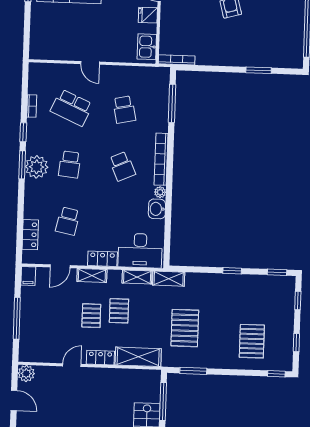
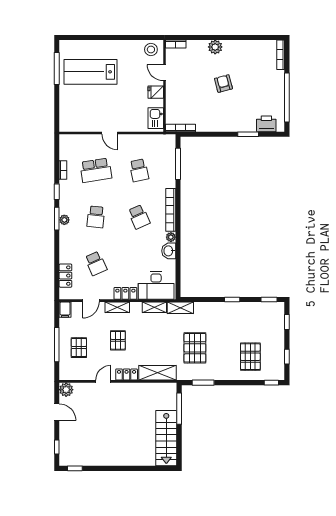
printer: (281, 58) -> (266, 124), added
school desk: (72, 108) -> (96, 170), turned -33
plant: (37, 167) -> (64, 220), width x0.53, depth x0.53
school desk: (68, 221) -> (96, 263), turned -36
pallet: (119, 311) -> (79, 348), moved

